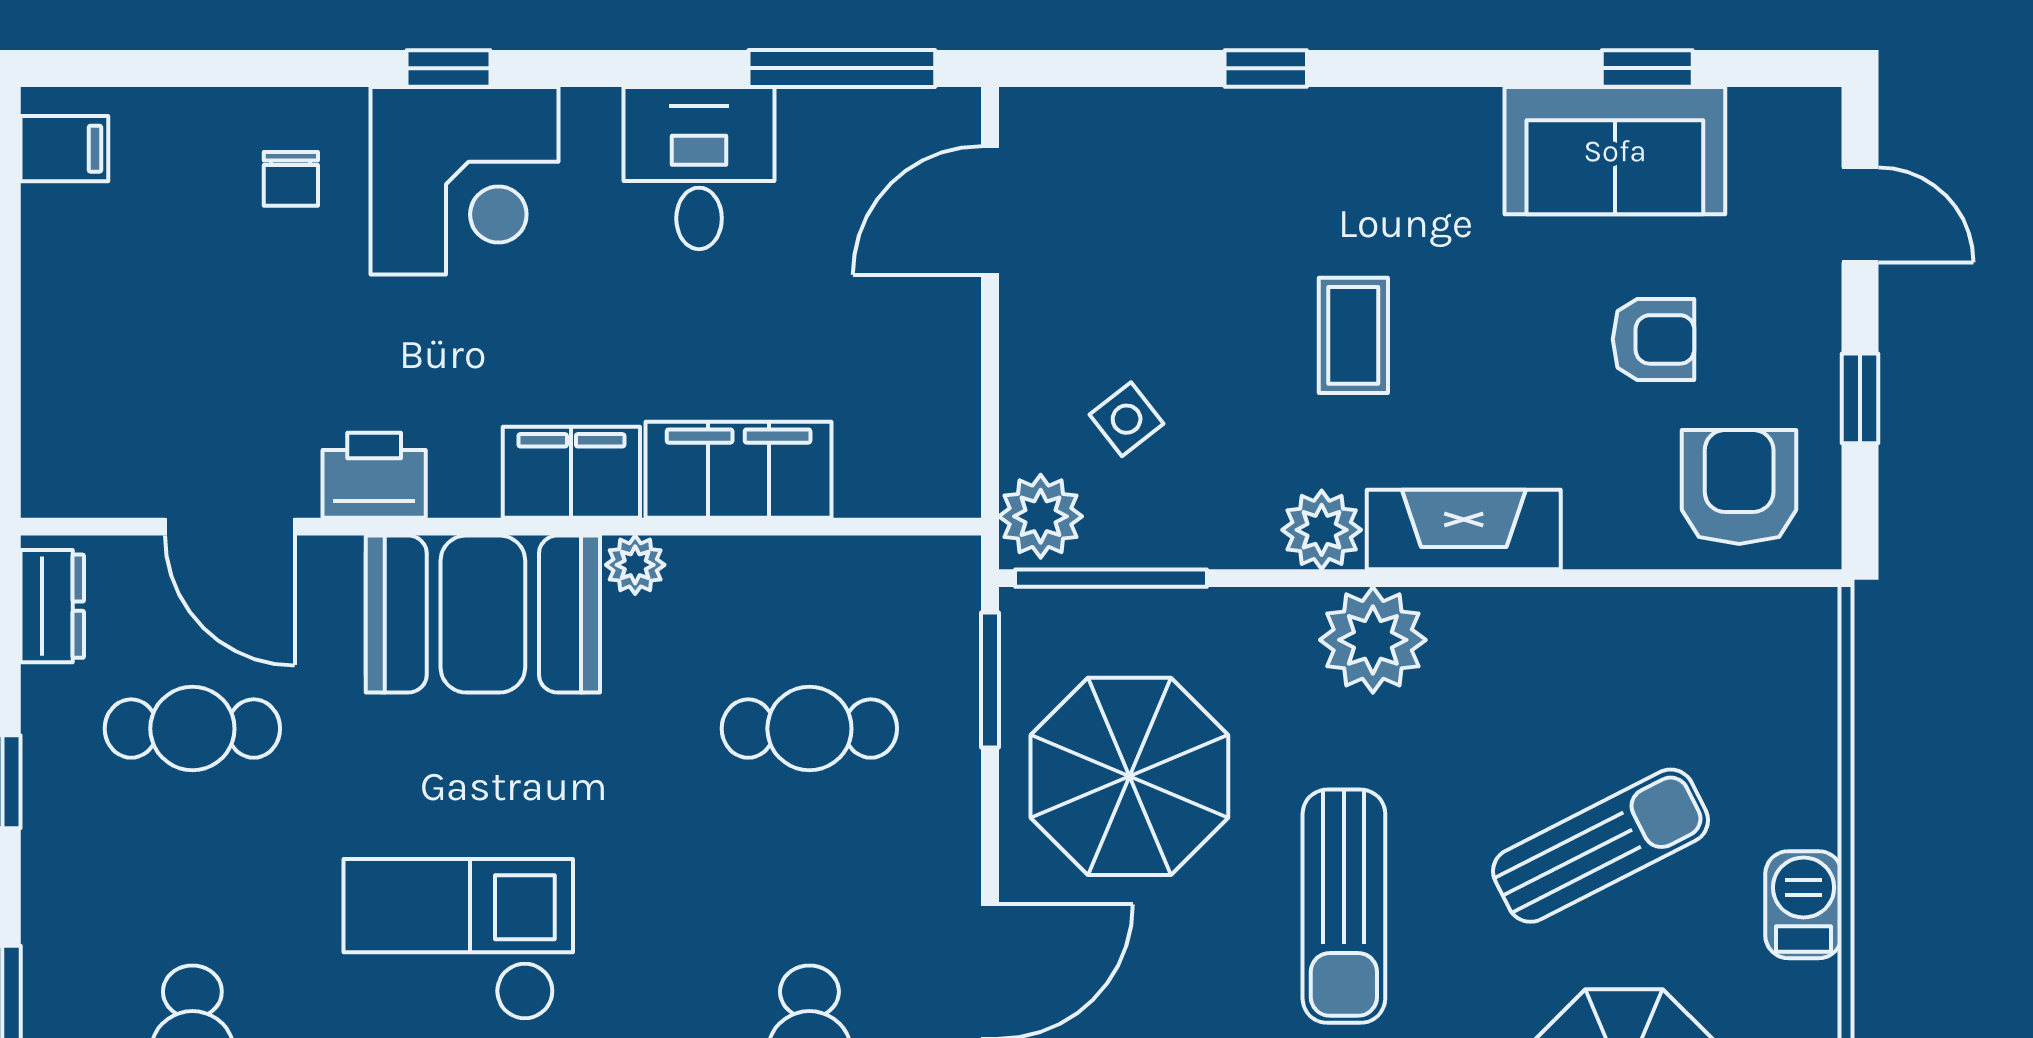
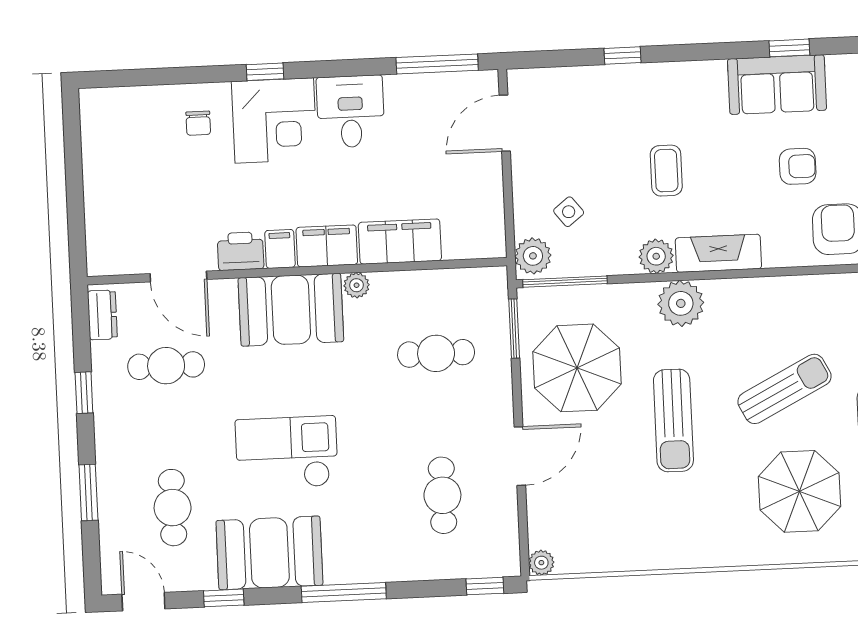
filing cabinet: (64, 149) -> (280, 249), moved, turned -90
desk: (699, 168) -> (351, 112), moved

